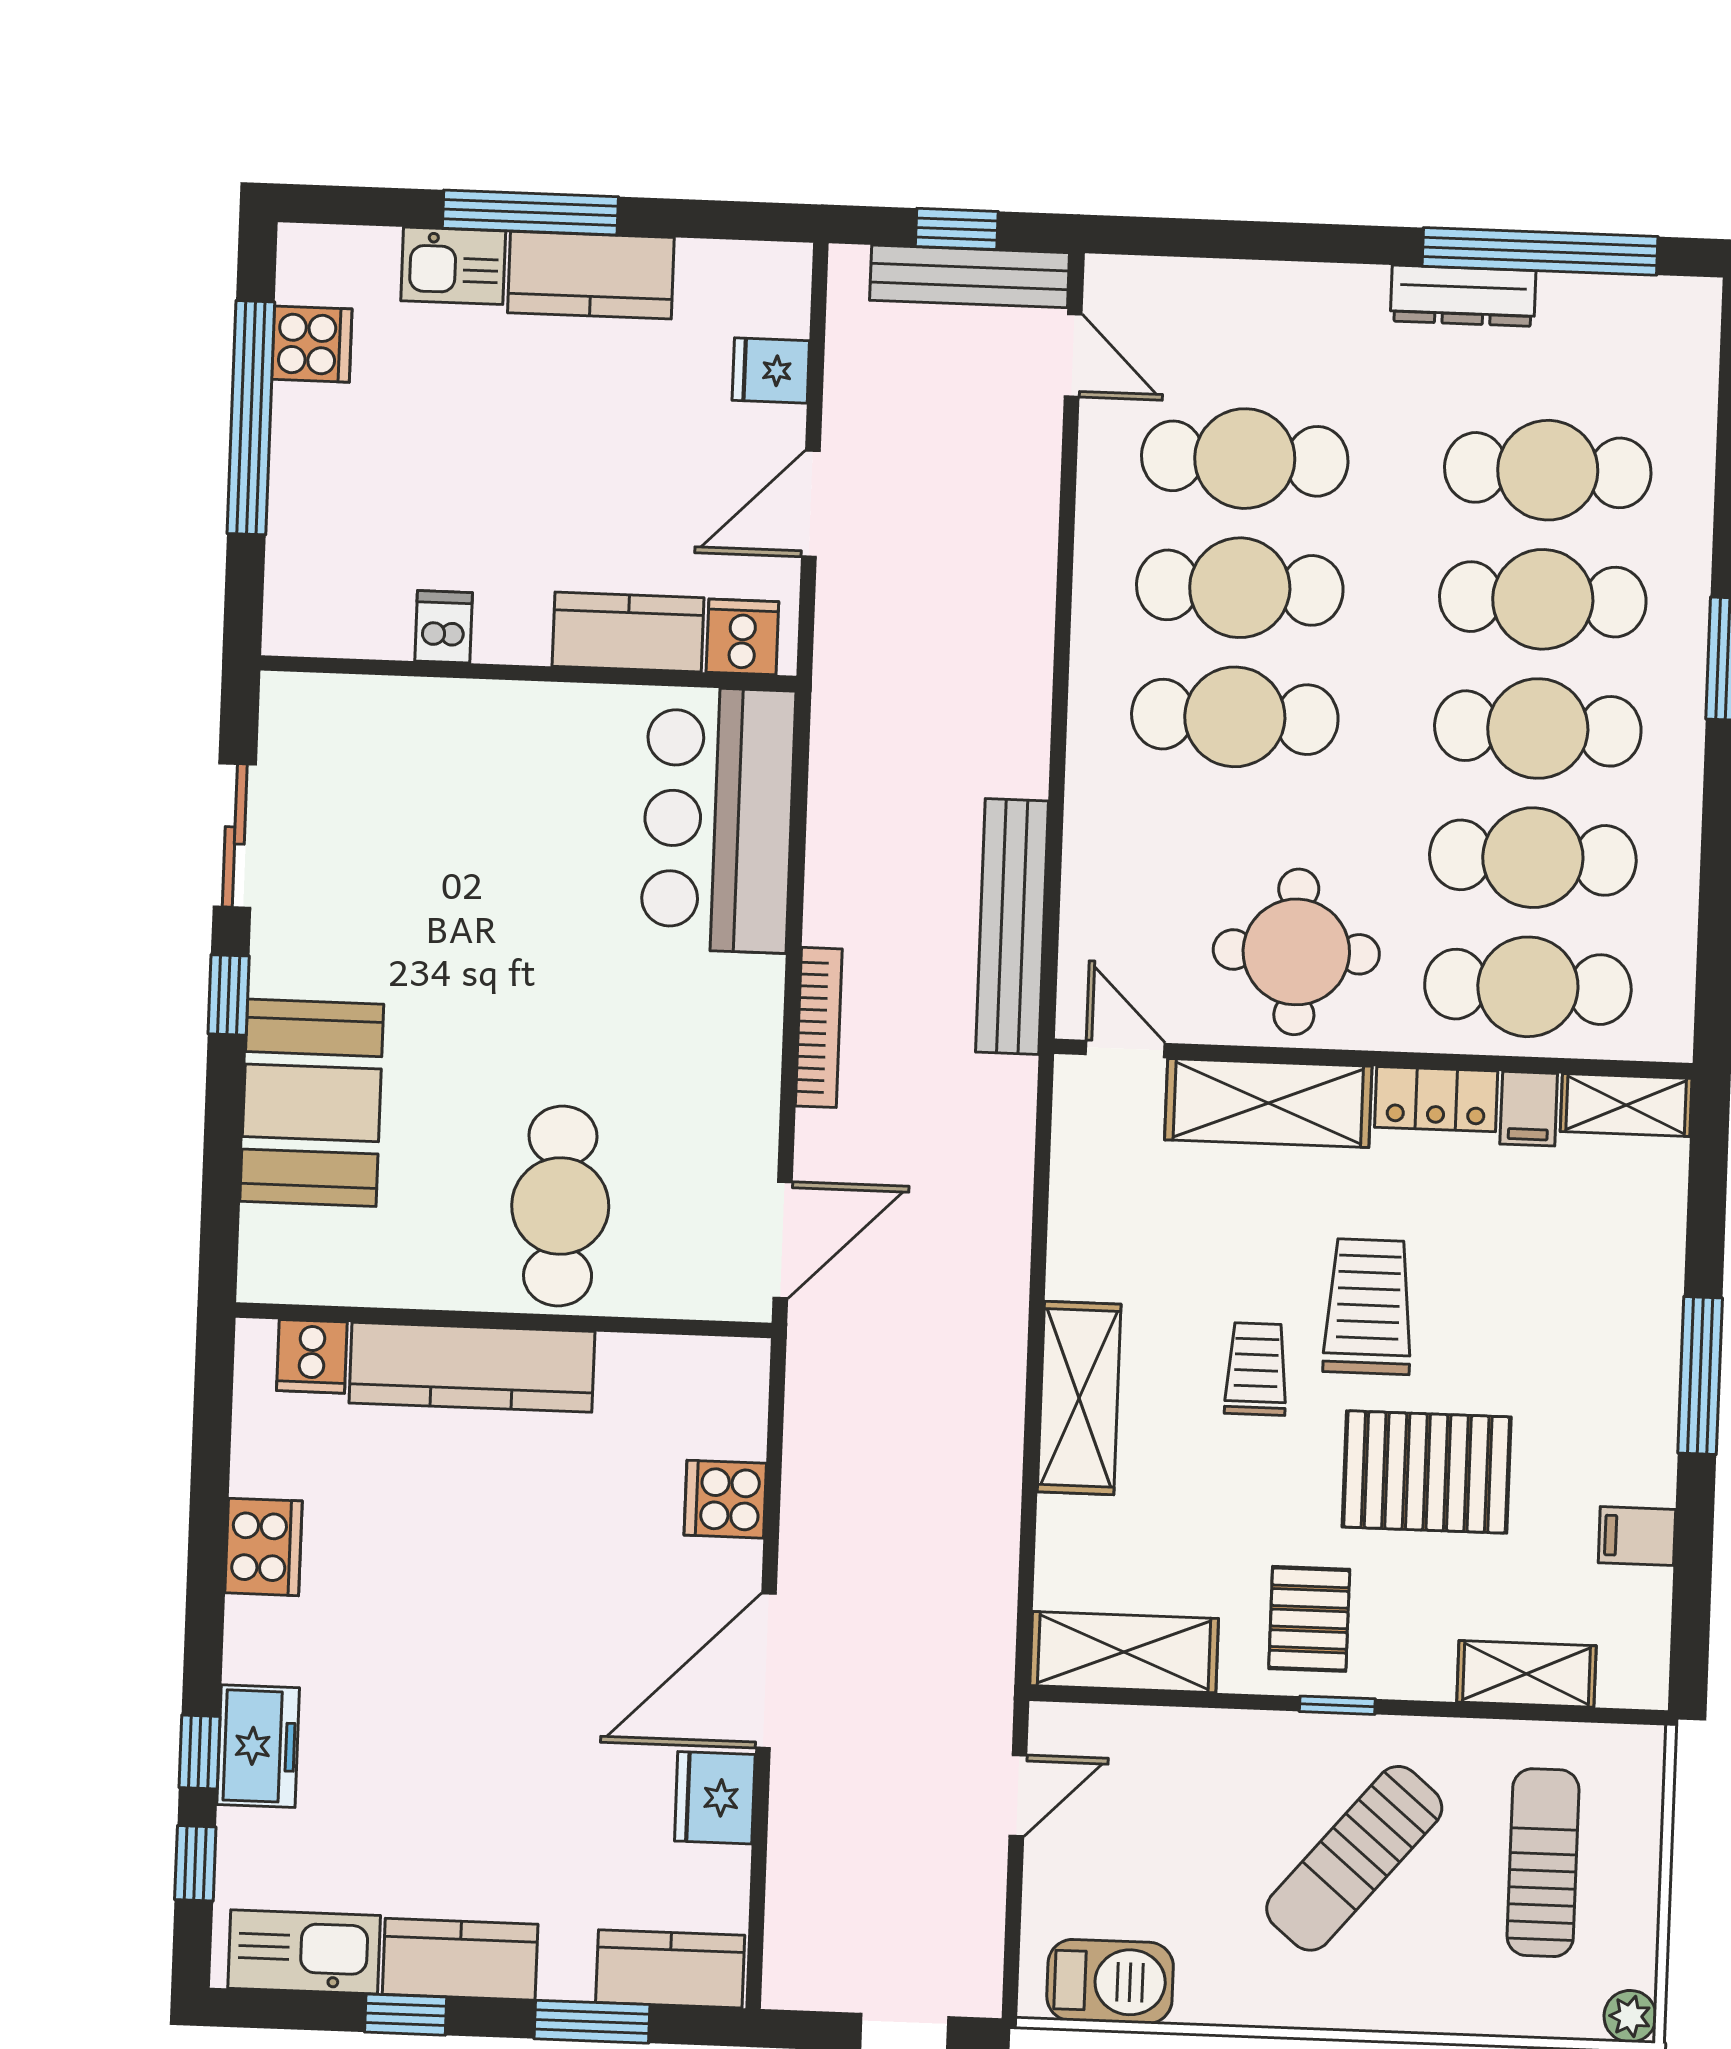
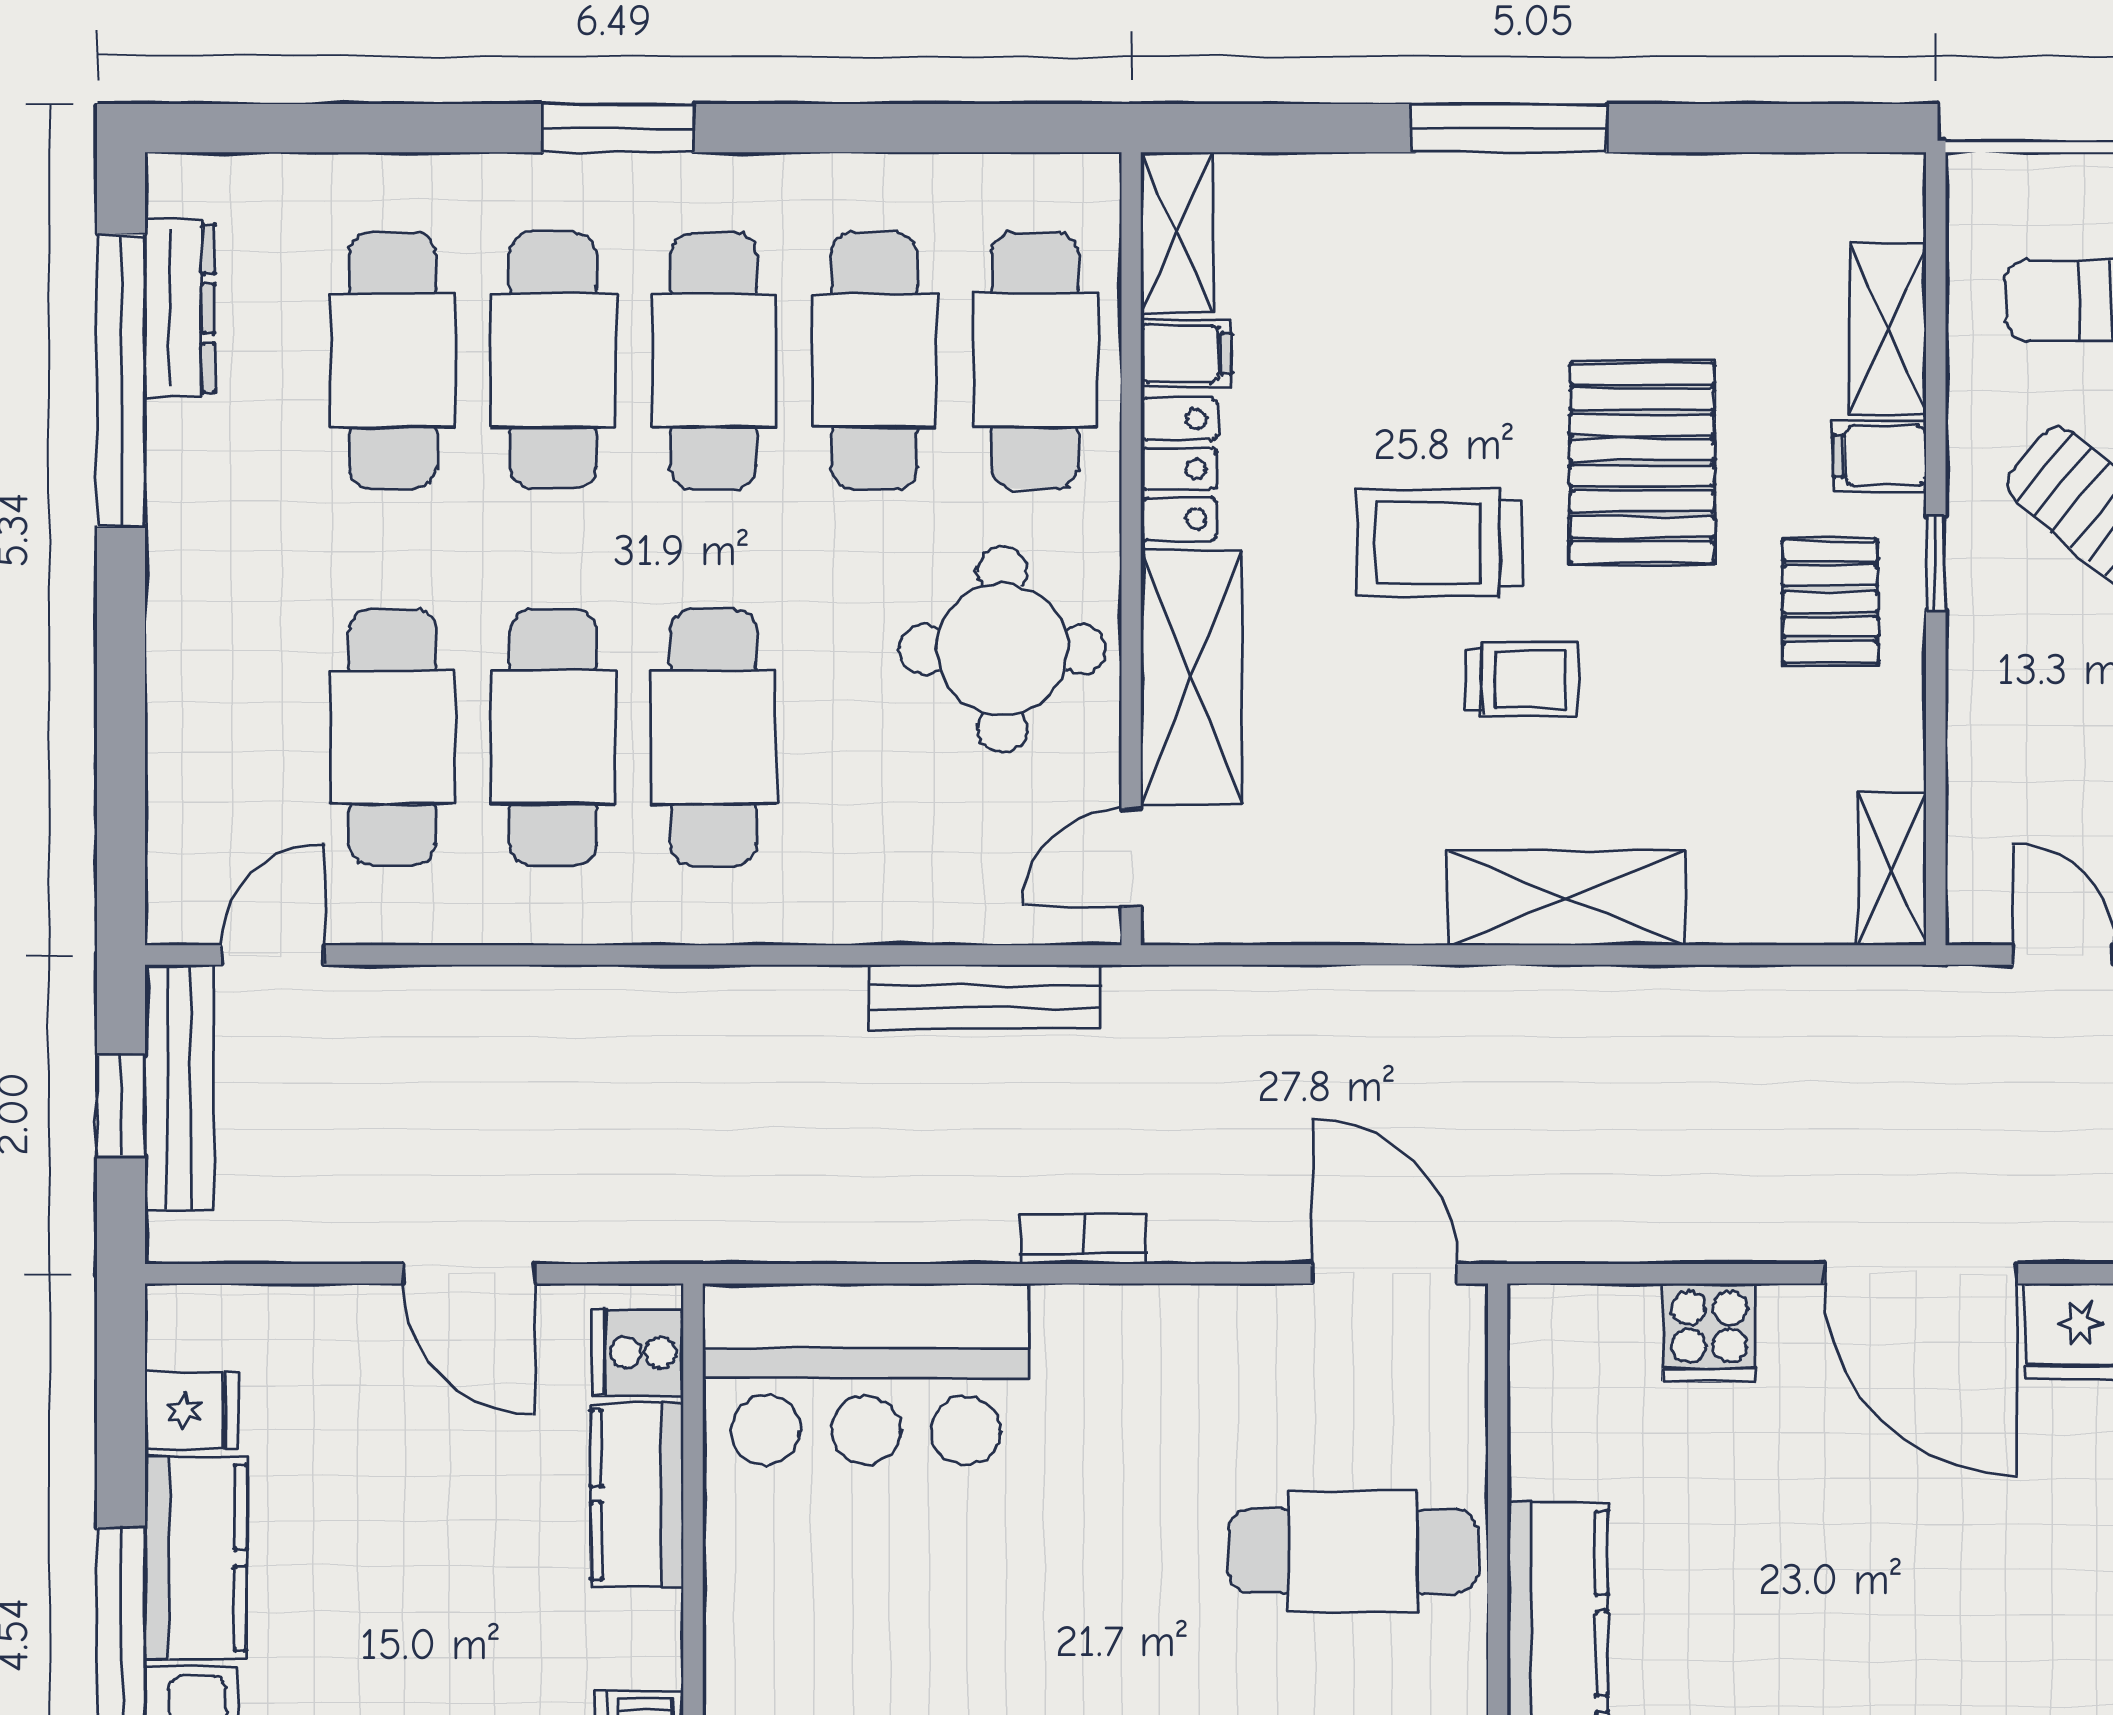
dresser: (1463, 296) -> (180, 308), moved
fridge: (771, 371) -> (191, 1411), moved, turned -90
bench: (1012, 927) -> (985, 997), width x0.73, depth x0.82
bookcase: (819, 1027) -> (1083, 1239), width x0.64
trolley: (1256, 1369) -> (1522, 679), turned 180
filing cabinet: (1637, 1536) -> (1880, 456), moved, turned 90
pallet: (1309, 1619) -> (1830, 602), turned 90
shelving: (1124, 1652) -> (1892, 868), width x0.67, depth x0.75

